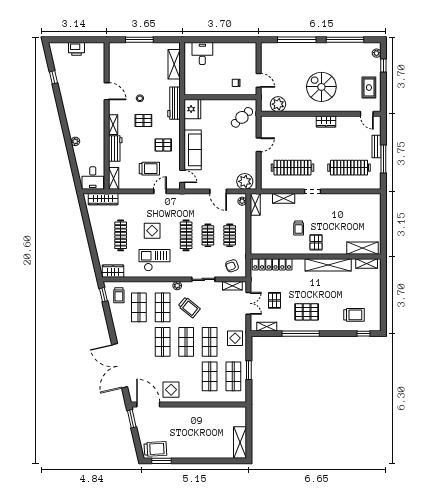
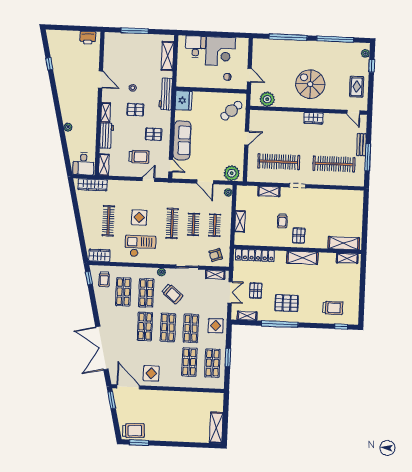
printer: (76, 49) -> (88, 38), moved
corner desk: (228, 57) -> (221, 51), added
shelving: (255, 204) -> (240, 221), moved
shelving: (328, 265) -> (302, 258), width x0.68

